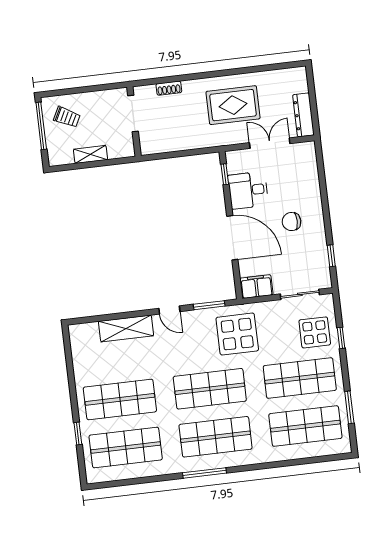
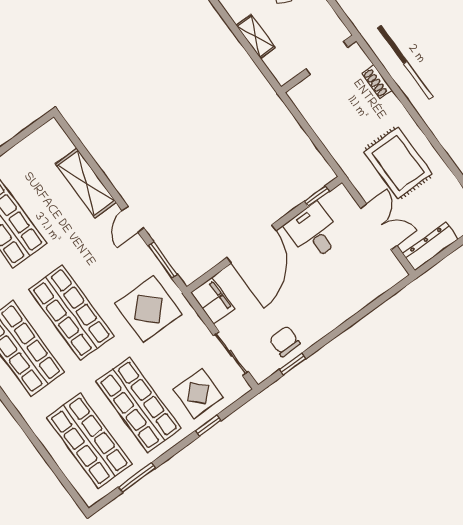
chair: (292, 222) -> (285, 341), moved

